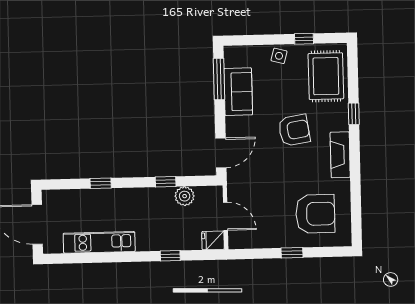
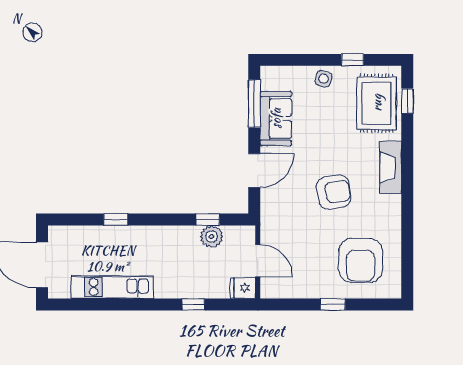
window: (354, 114) -> (407, 101), moved
armchair: (294, 130) -> (334, 192), moved
door: (221, 153) -> (254, 170), moved
fireplace: (340, 155) -> (391, 168), moved
window: (166, 182) -> (208, 220), moved
armchair: (315, 214) -> (361, 260), turned 90

